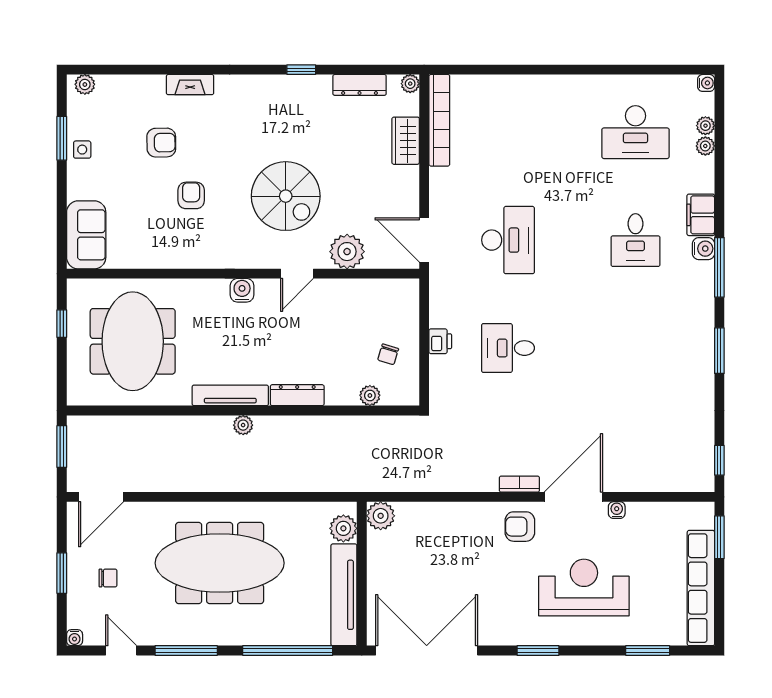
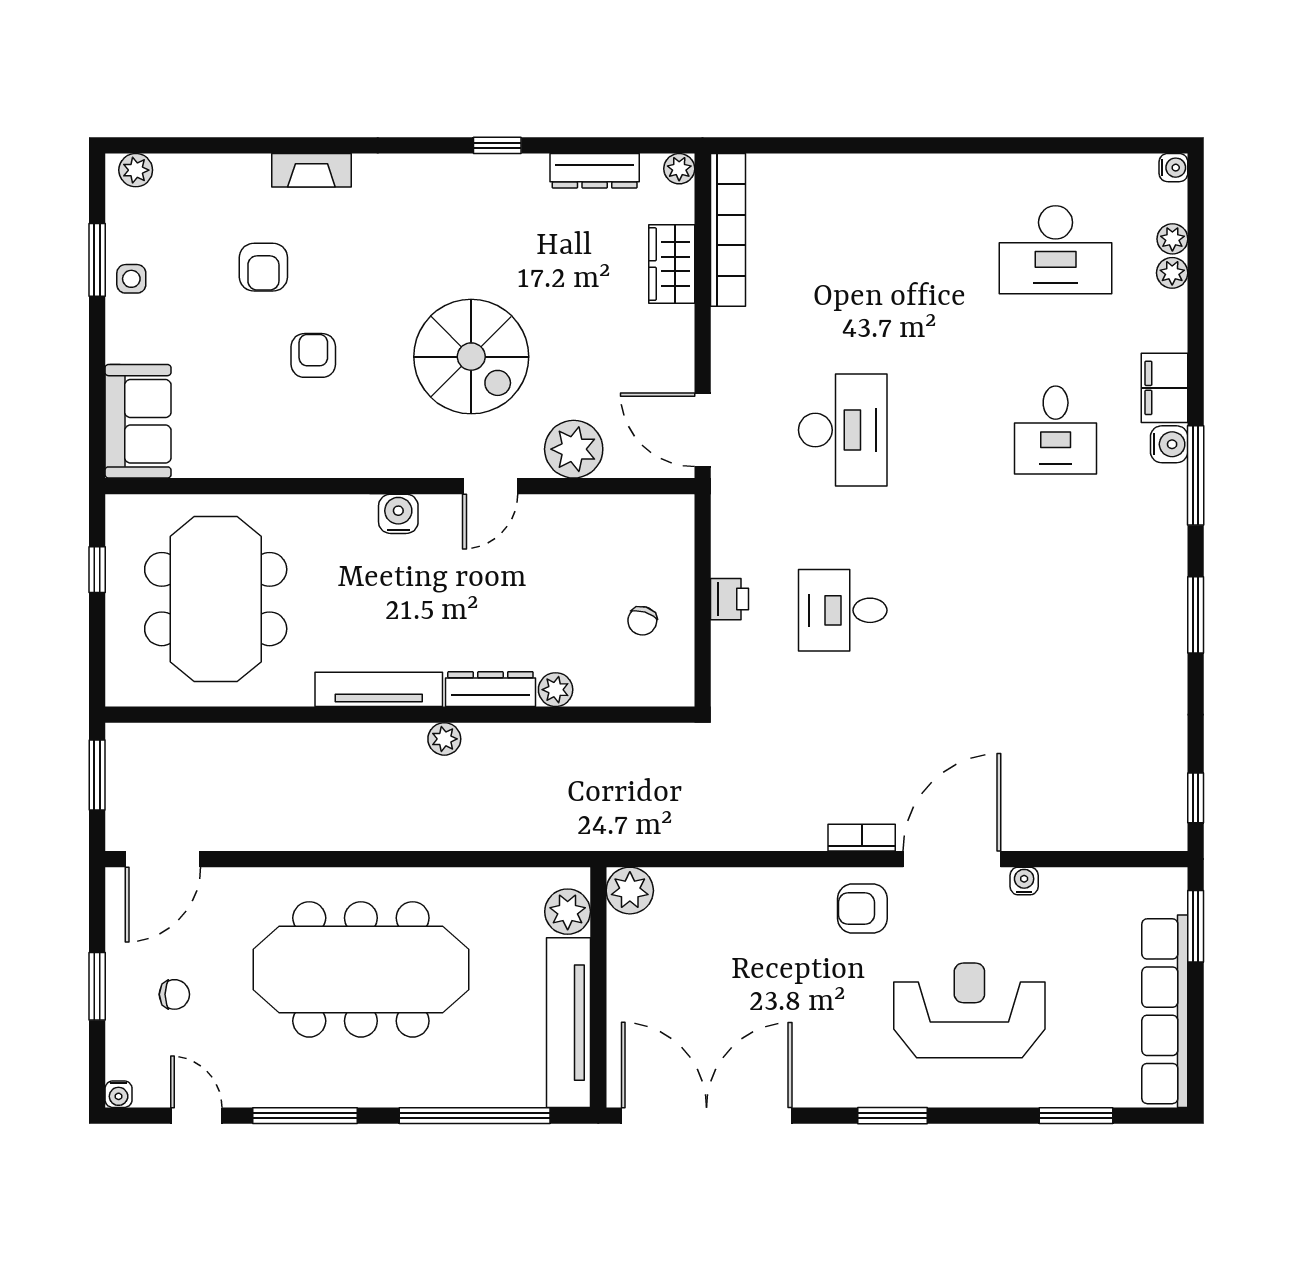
armchair: (161, 143) -> (263, 267), turned 91
plant: (370, 395) -> (556, 690), moved
plant: (243, 425) -> (444, 739), moved

